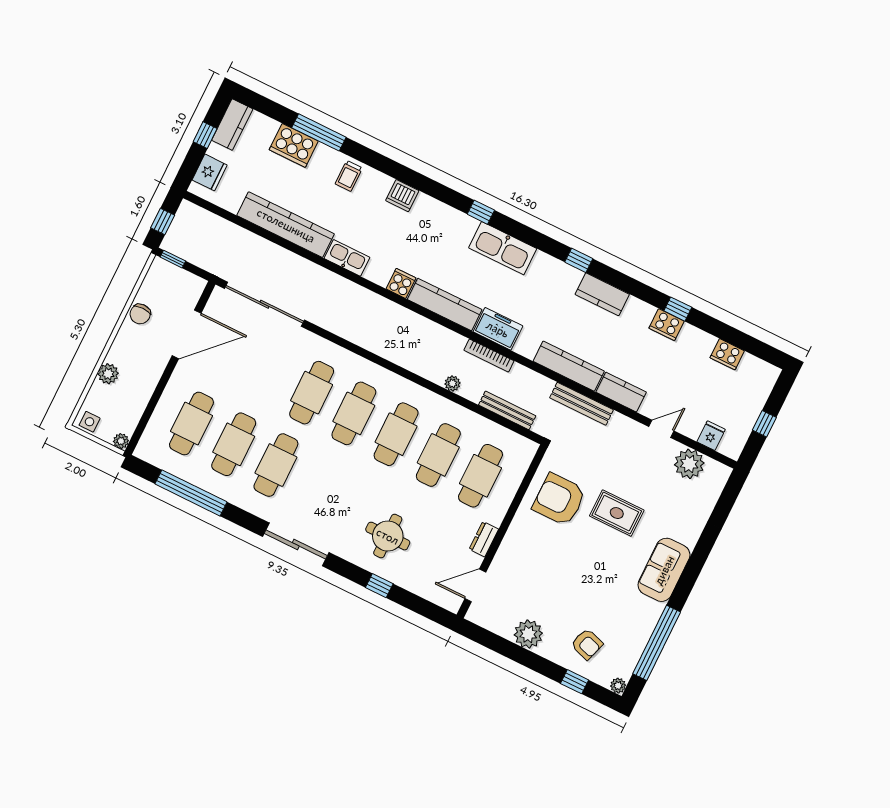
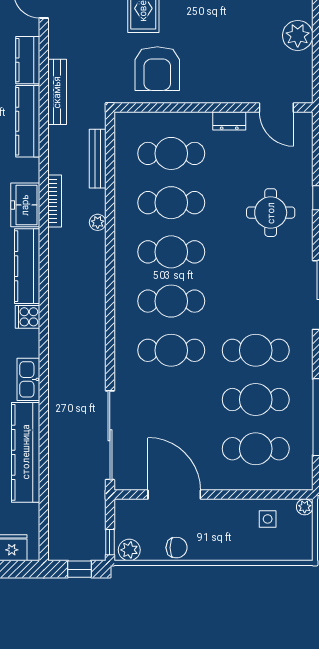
plant: (108, 374) -> (129, 550), moved
side table: (90, 422) -> (268, 519), moved

